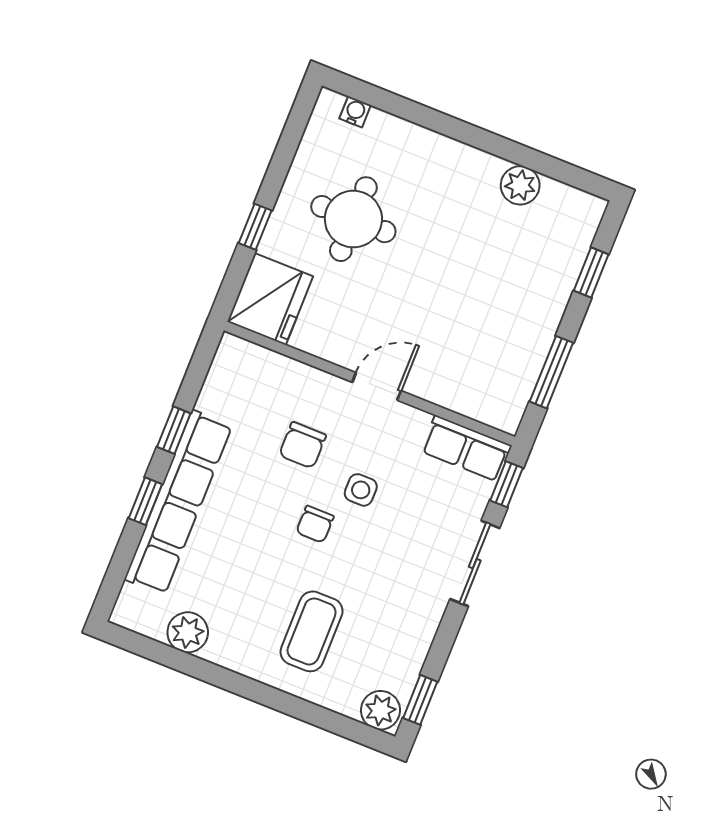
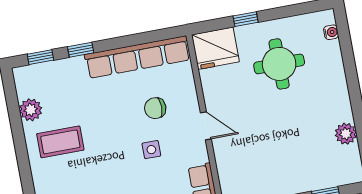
window: (174, 430) -> (40, 57), moved
row of seats: (178, 502) -> (138, 57), moved
chair: (315, 524) -> (121, 138), removed
coffee table: (312, 631) -> (60, 142), moved

